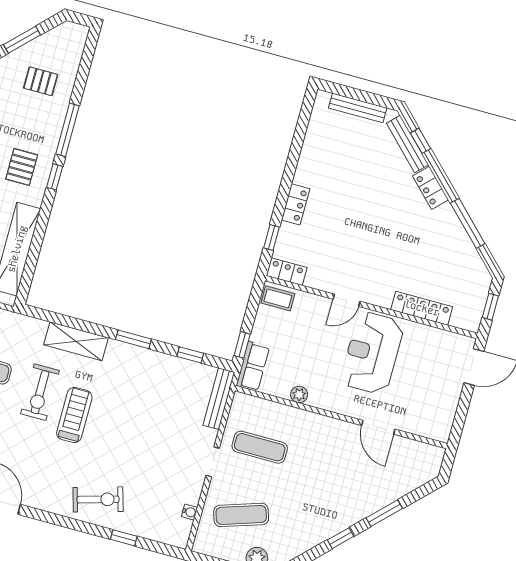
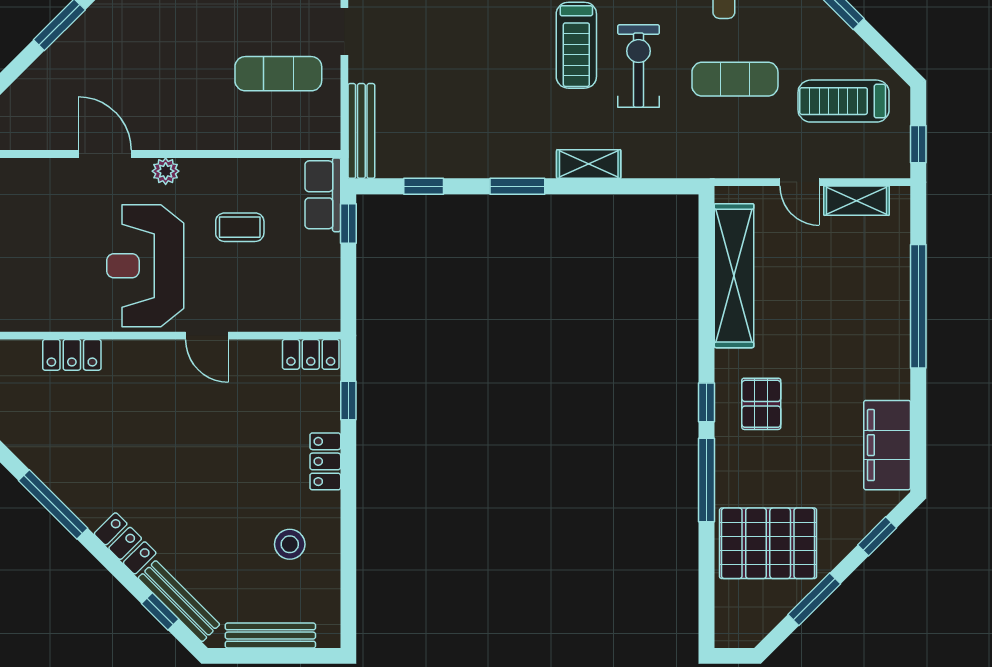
pallet: (41, 81) -> (768, 543), width x2.05, depth x2.00
stool: (331, 160) -> (290, 544), added
coffee table: (278, 298) -> (240, 227), moved
door: (346, 300) -> (207, 336), swing flipped
locker: (422, 308) -> (72, 355), width x0.66
shelving: (76, 341) -> (589, 164), width x0.67, depth x0.75
reception desk: (372, 353) -> (145, 266), turned 180
plant: (299, 394) -> (166, 171), moved

